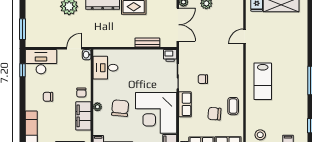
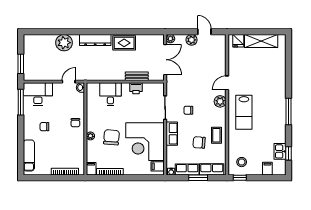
door: (244, 36) -> (227, 83), moved
printer: (170, 55) -> (136, 88), moved
desk: (105, 68) -> (110, 94), moved, turned 90
window: (22, 70) -> (21, 102), width x2.17
plant: (237, 70) -> (220, 101), added
filing cabinet: (83, 116) -> (77, 144), removed
kitchen sink: (301, 123) -> (280, 151), added

